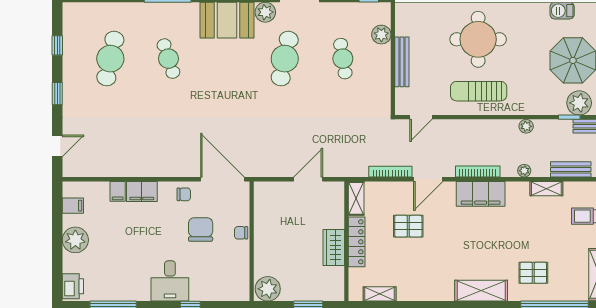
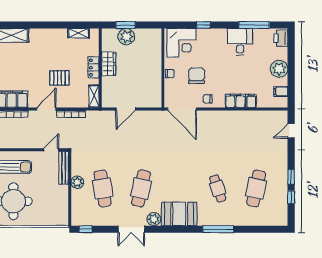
plant: (381, 35) -> (77, 182), moved
cafe table: (343, 59) -> (103, 188), width x1.37, depth x1.35
bench: (402, 62) -> (64, 168), moved
window: (57, 94) -> (291, 177), moved
chair: (201, 229) -> (197, 76), turned 180
locker: (357, 242) -> (94, 68), width x0.66
corner desk: (223, 279) -> (182, 43), added
desk: (170, 281) -> (240, 42), moved
plant: (268, 289) -> (126, 37), moved

